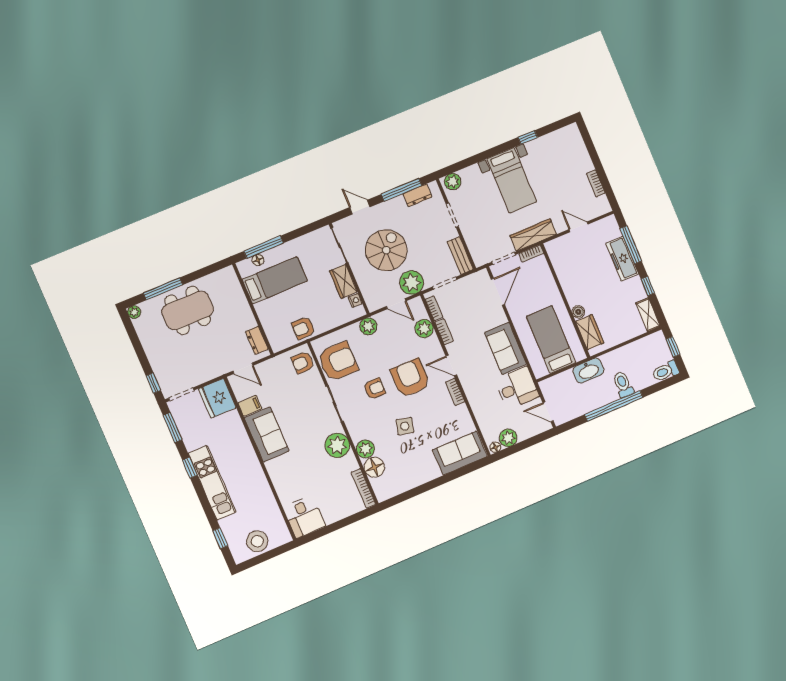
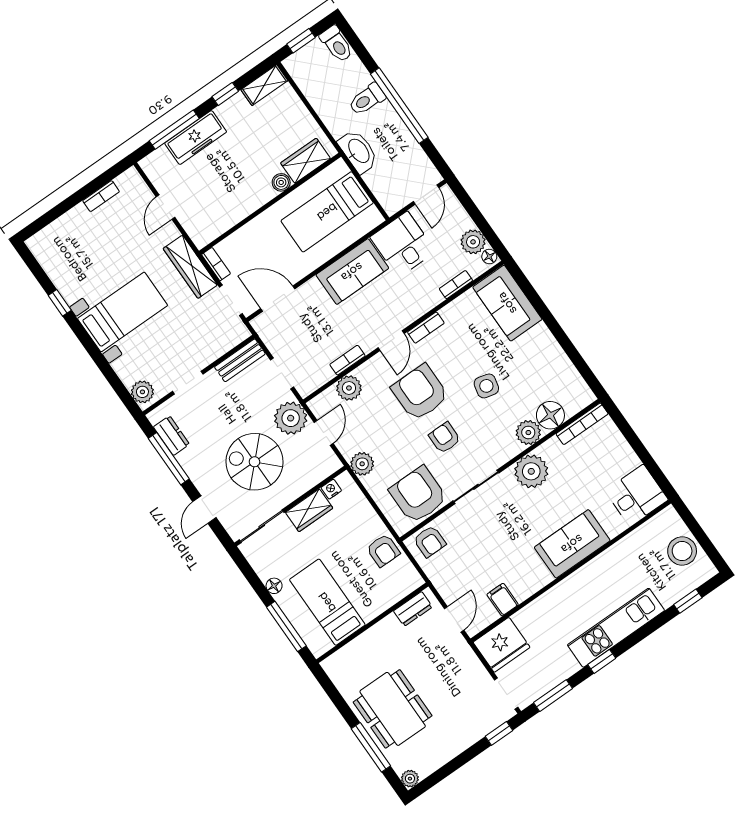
floor lamp: (258, 260) -> (274, 586), moved
bookcase: (434, 308) -> (456, 285), moved
armchair: (410, 378) -> (420, 392), turned 90
sofa: (267, 434) -> (572, 544), moved

